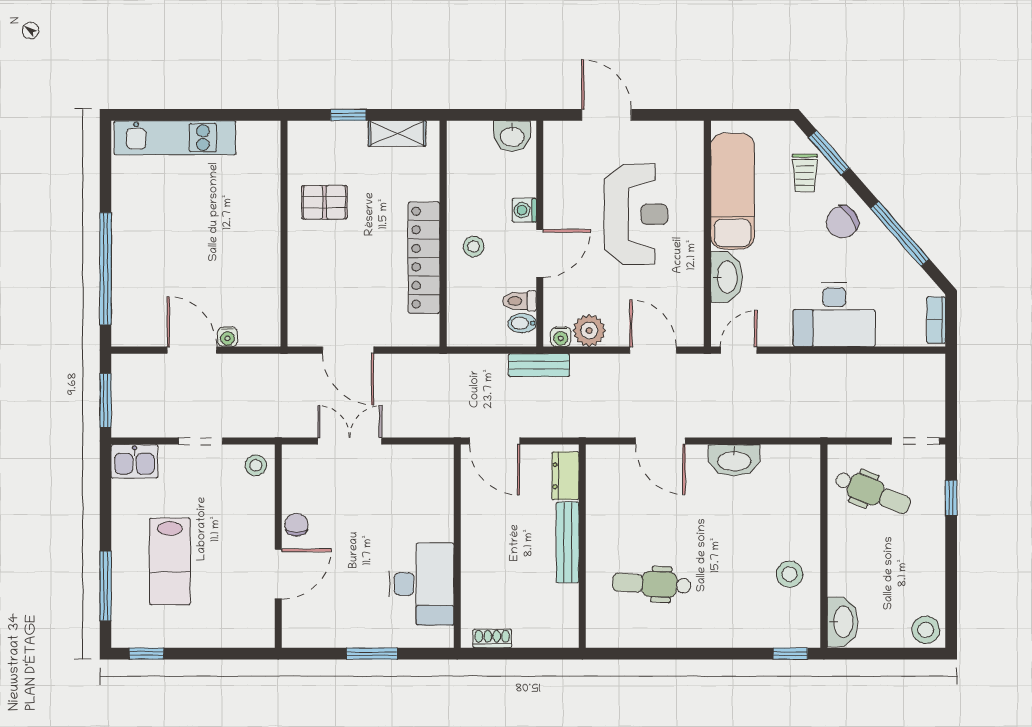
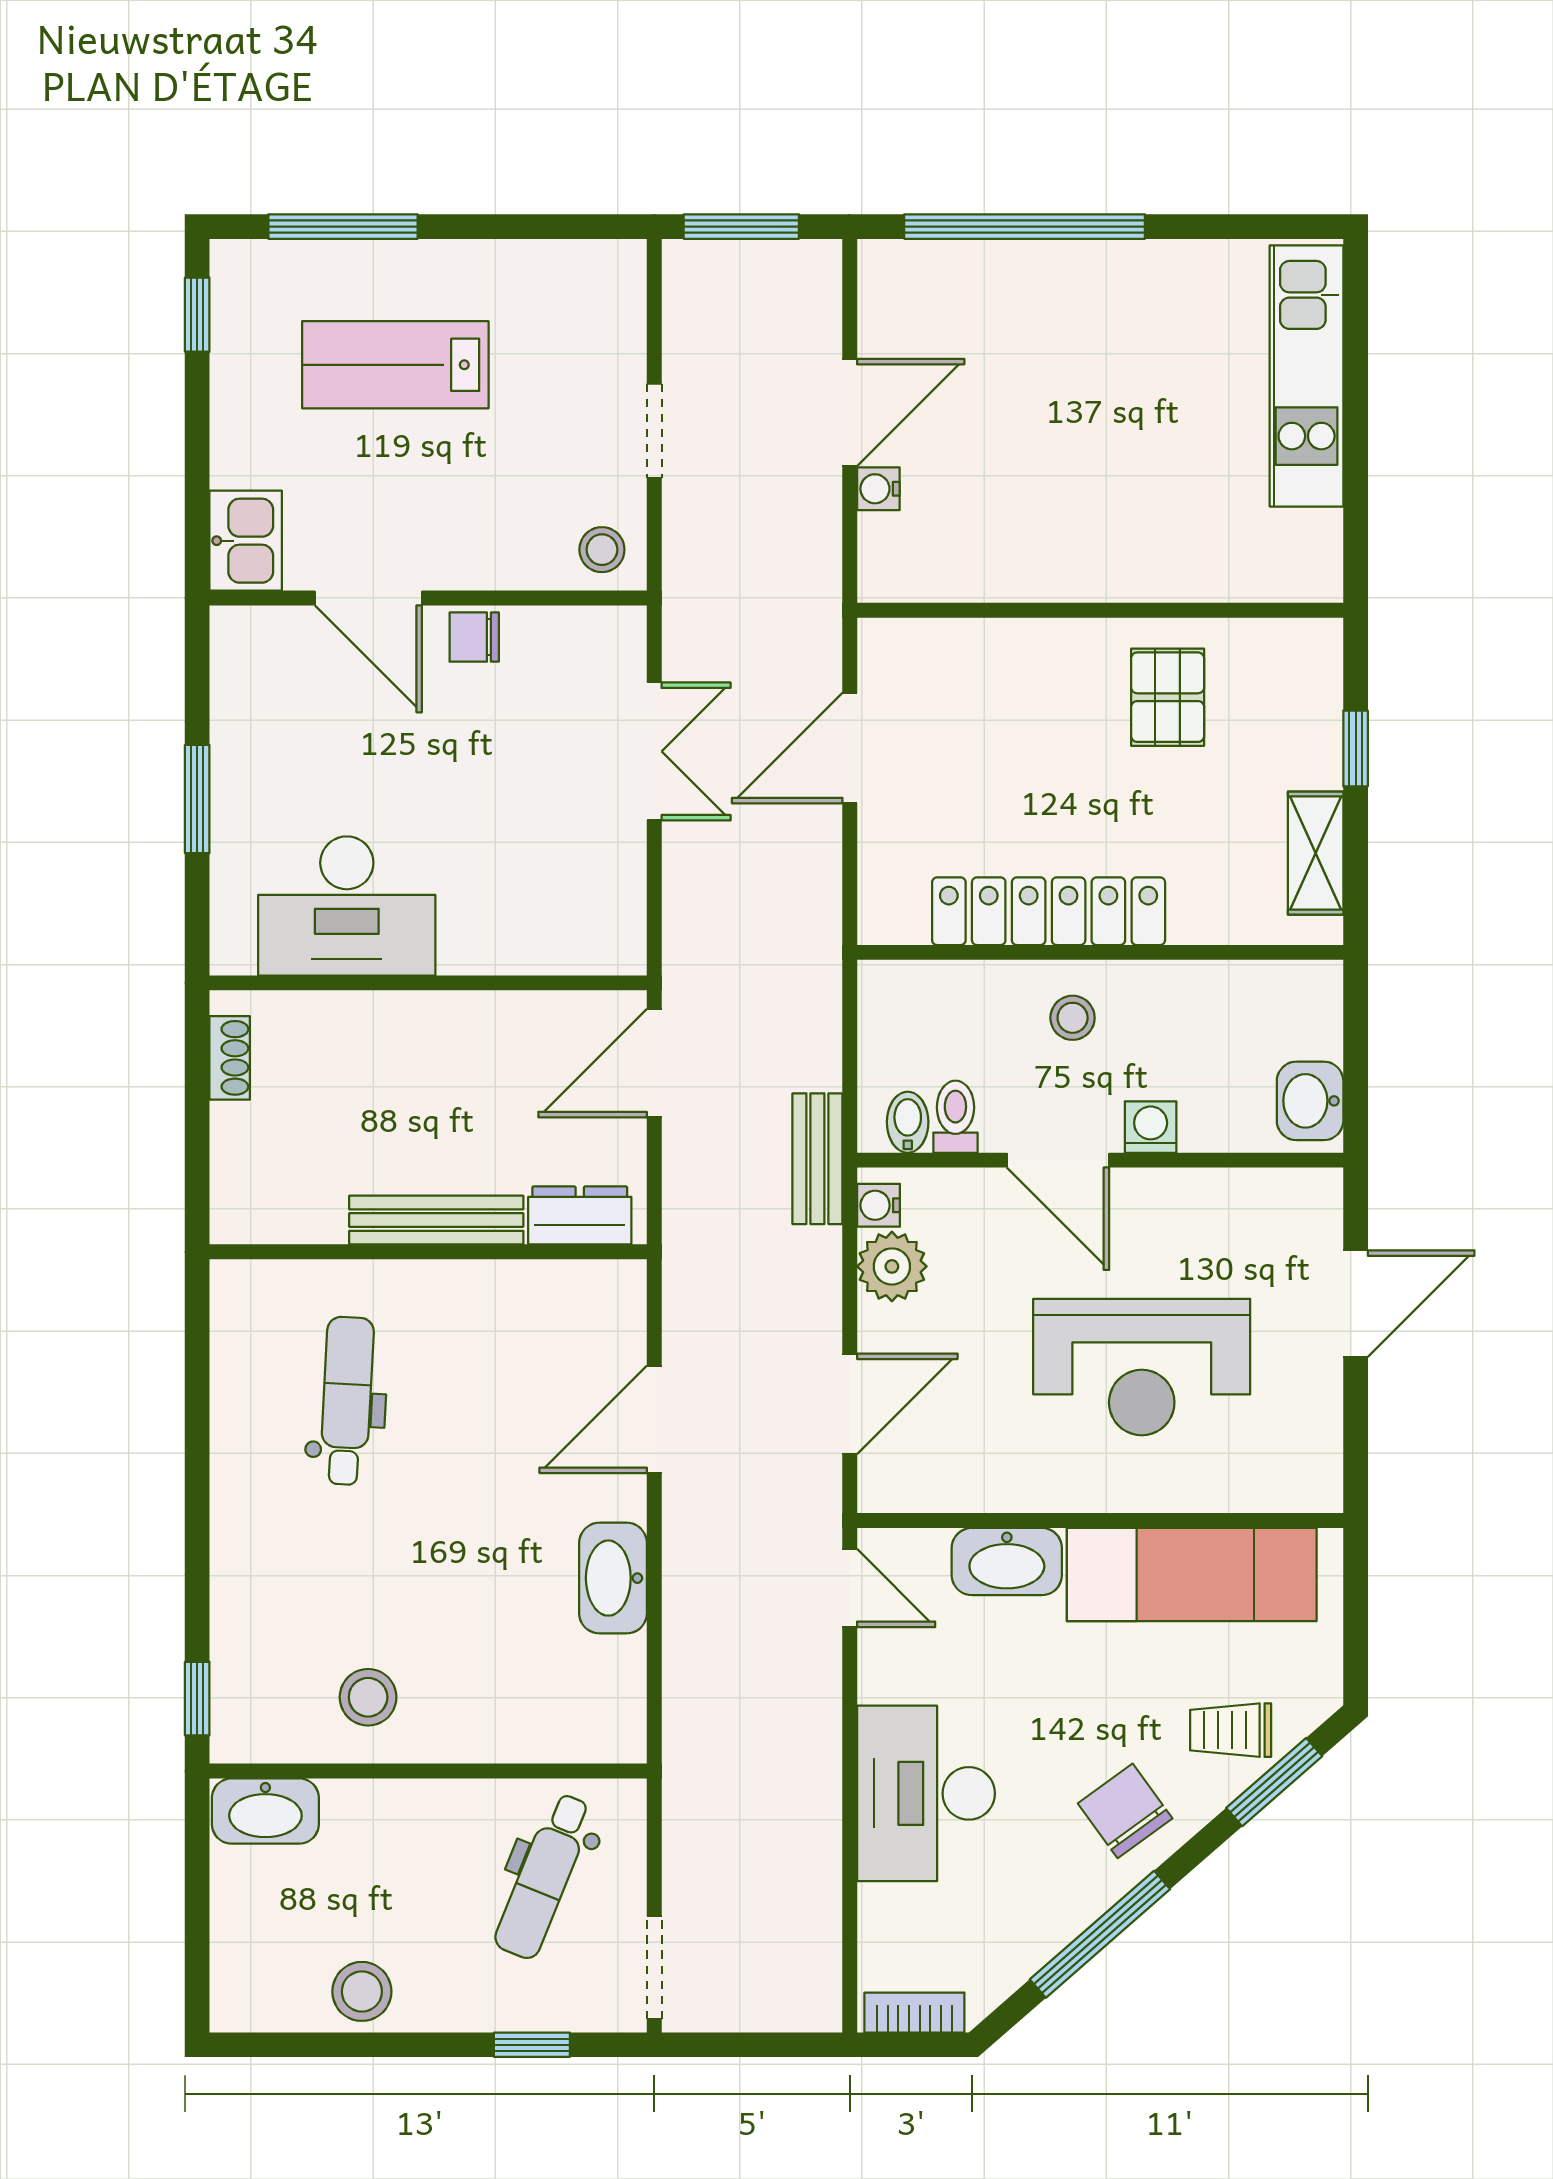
kitchen sink: (134, 461) -> (246, 541), moved, turned 180
chair: (296, 525) -> (474, 637), turned 180
stool: (926, 630) -> (362, 1991), moved

